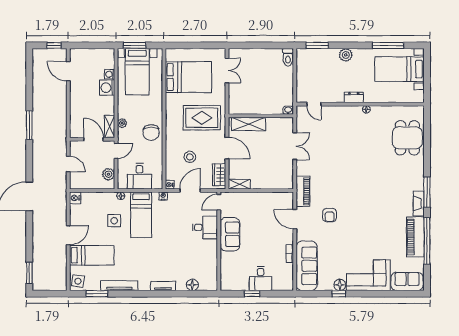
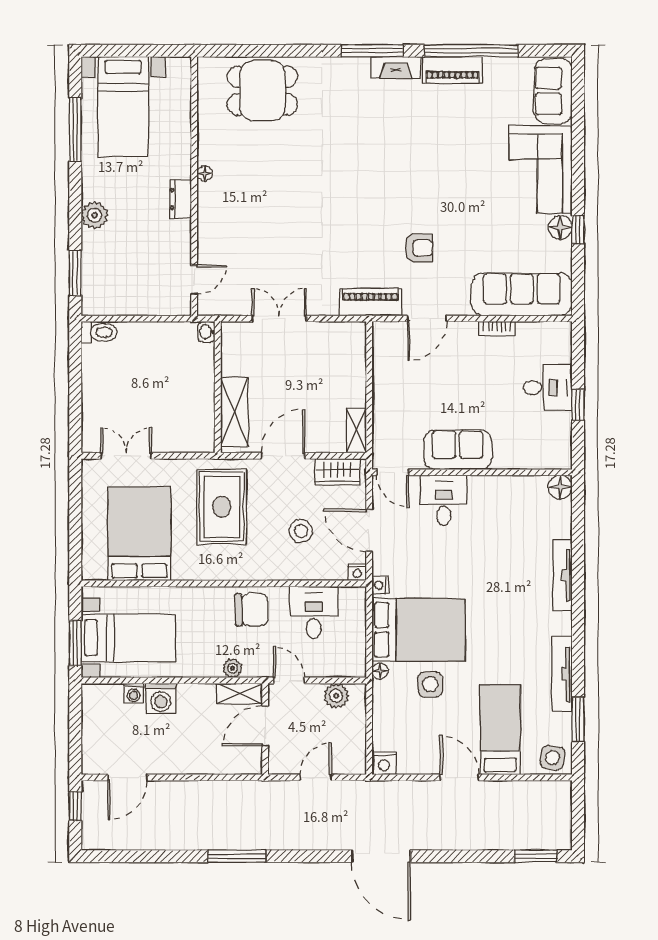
desk: (139, 176) -> (314, 612), moved, turned -90
bed: (141, 215) -> (418, 630), width x1.50
piano: (415, 237) -> (452, 70), width x0.73, depth x0.75
floor lamp: (192, 285) -> (560, 487), moved
tv unit: (163, 286) -> (562, 575), width x1.41

